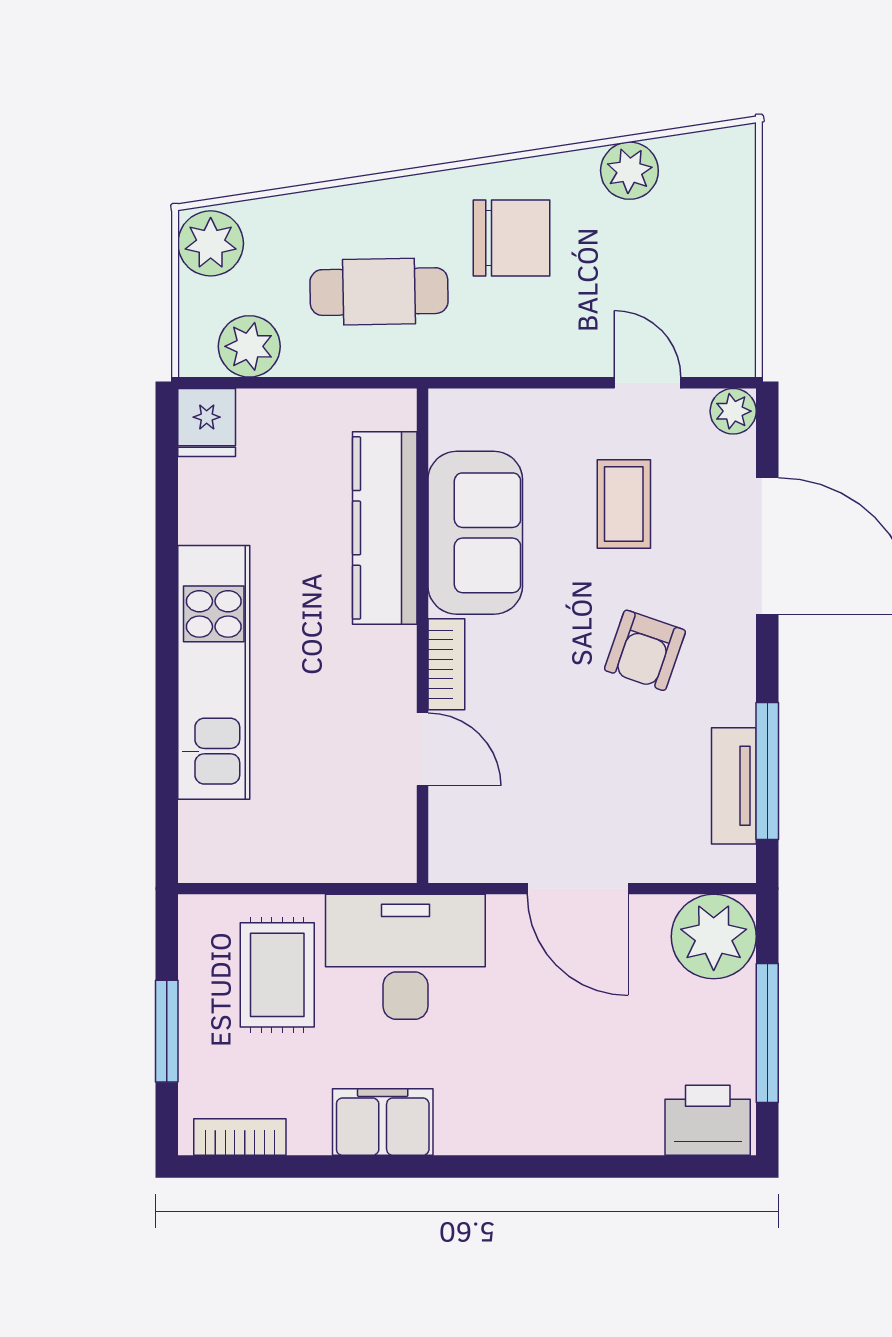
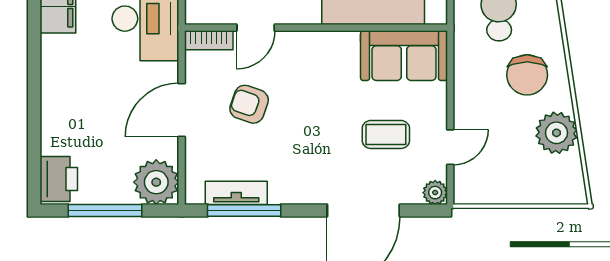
plant: (629, 171) -> (557, 133), width x1.36, depth x1.36
sofa: (475, 533) -> (404, 56), moved
armchair: (645, 650) -> (249, 104), moved
bookcase: (446, 664) -> (209, 40), moved

